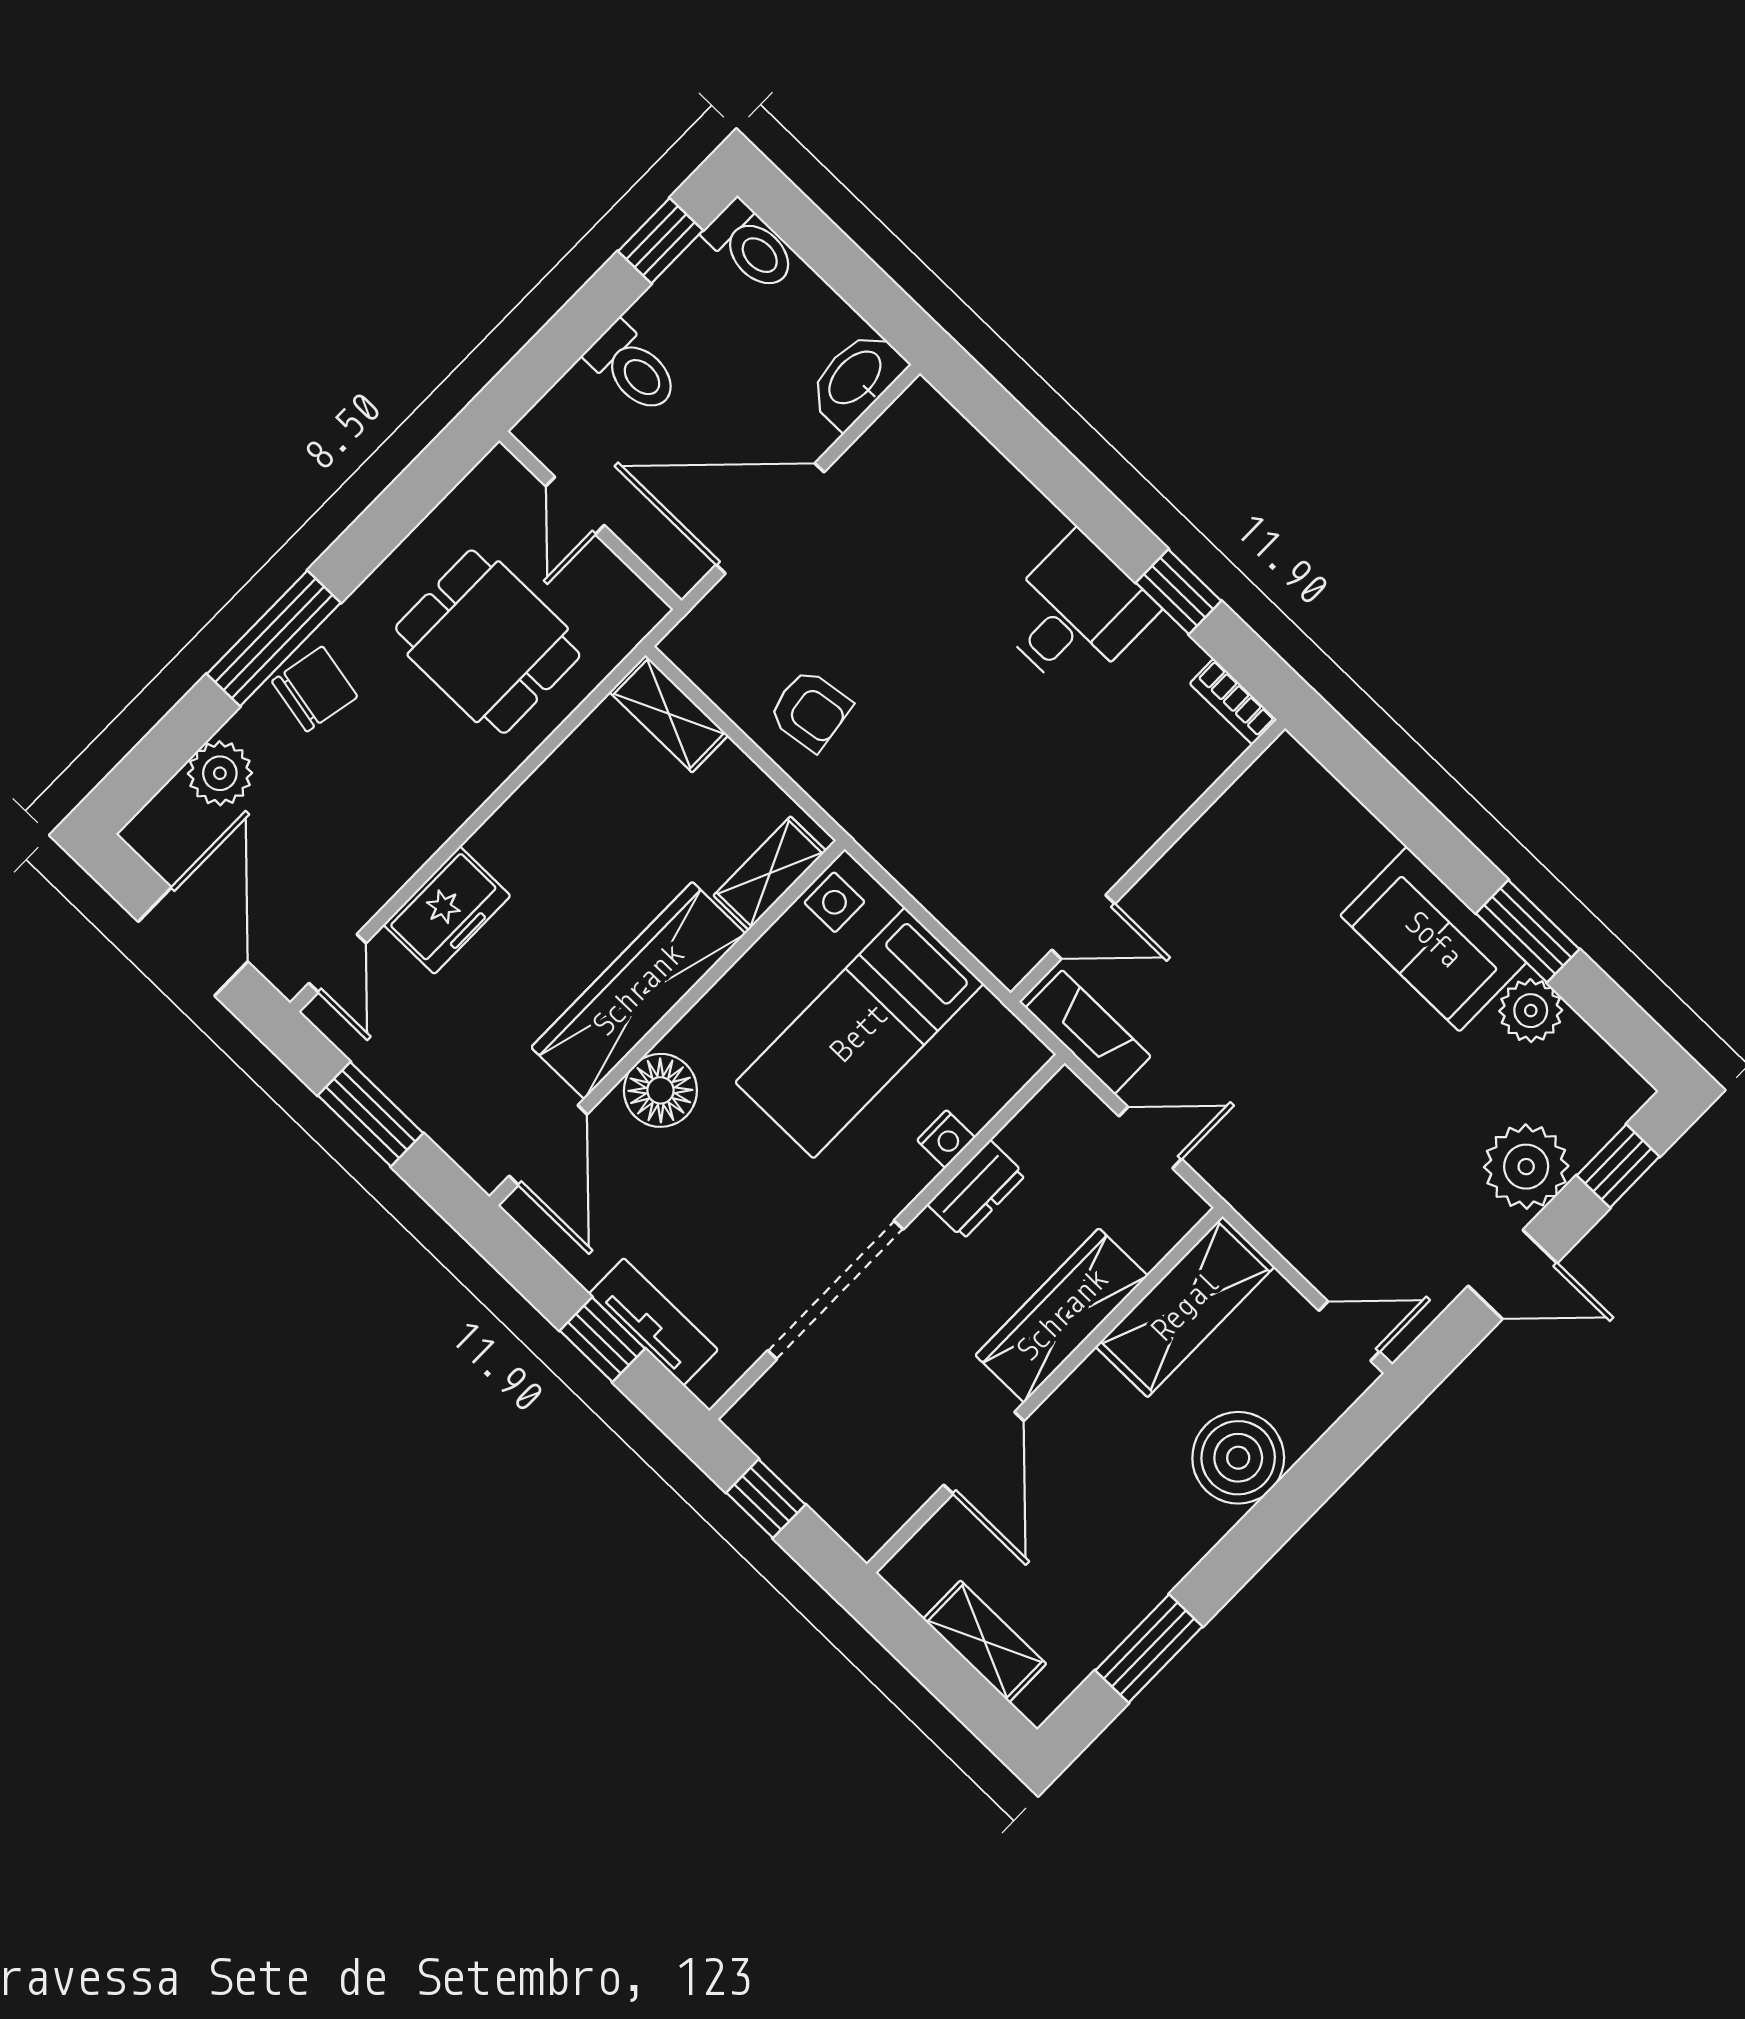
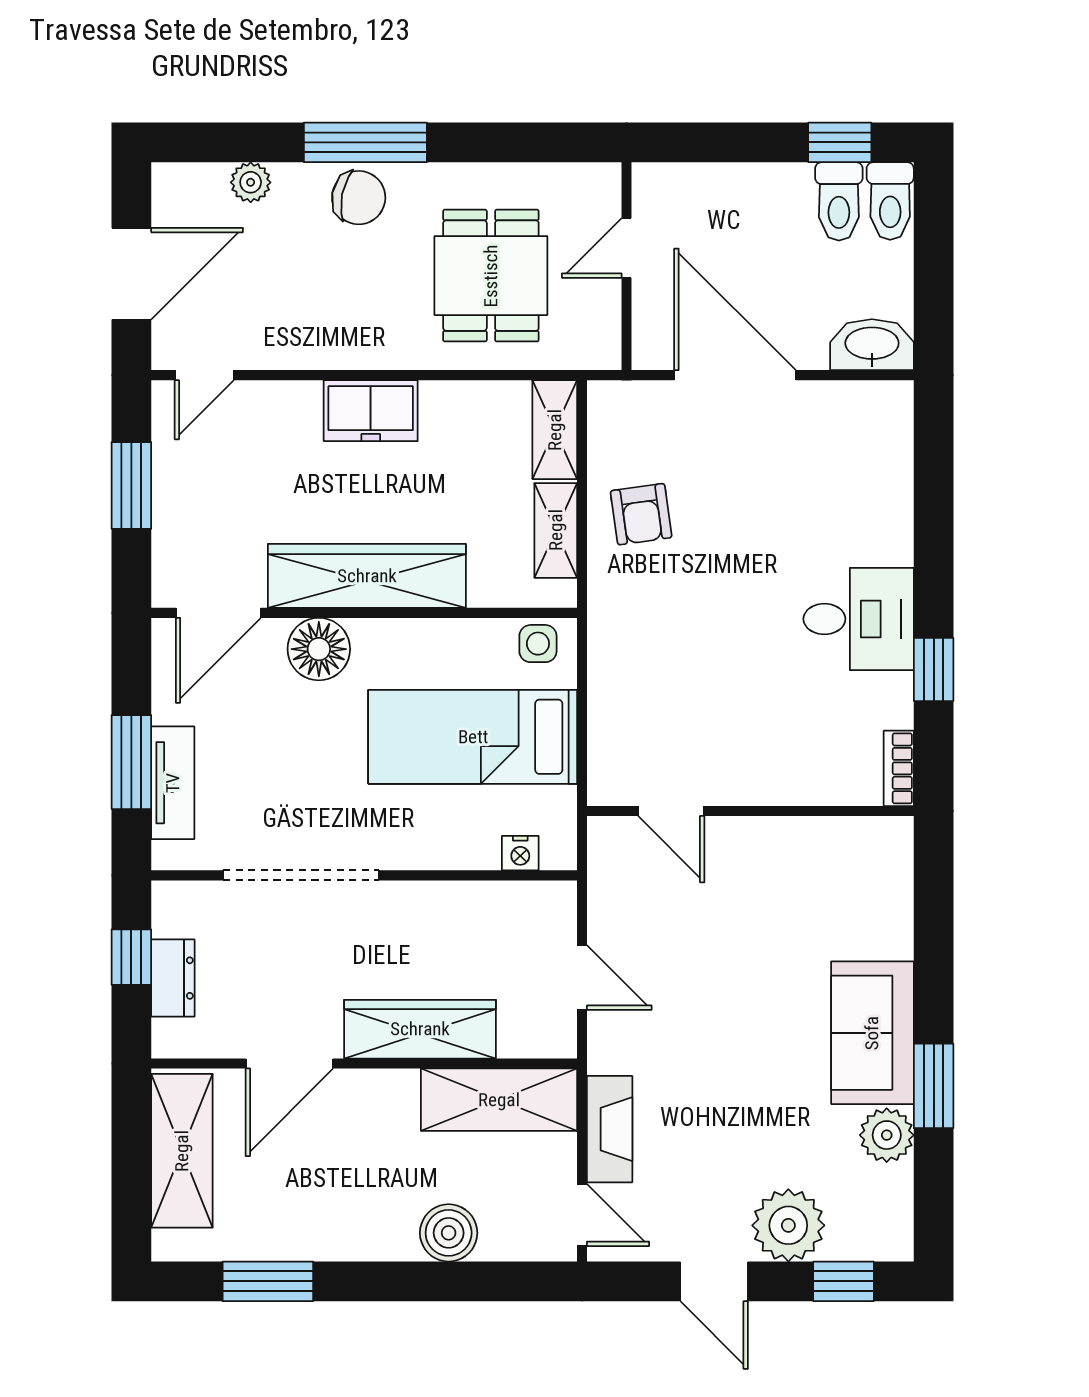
toilet: (633, 368) -> (839, 201), moved
plant: (220, 773) -> (251, 182), width x0.73, depth x0.73
shelving: (770, 873) -> (556, 530), moved, turned 90
freezer: (447, 910) -> (371, 411), moved
fireplace: (1088, 1032) -> (610, 1129), moved
nightstand: (946, 1139) -> (520, 853), moved
dresser: (977, 1190) -> (173, 978), moved, turned -90
window: (602, 1340) -> (131, 762), width x1.50
boiler: (1238, 1458) -> (449, 1233), width x0.73, depth x0.73
shelving: (985, 1641) -> (182, 1151), width x1.50, depth x1.33

